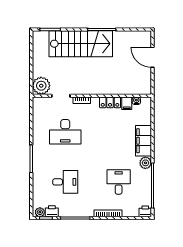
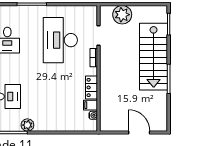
door: (153, 57) -> (139, 132), hinge flipped
plant: (41, 86) -> (122, 15), moved
desk: (65, 132) -> (60, 40), width x1.36, depth x1.30
filing cabinet: (143, 141) -> (51, 123), removed

